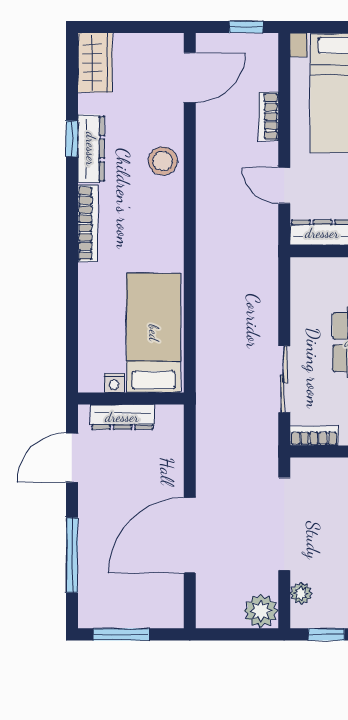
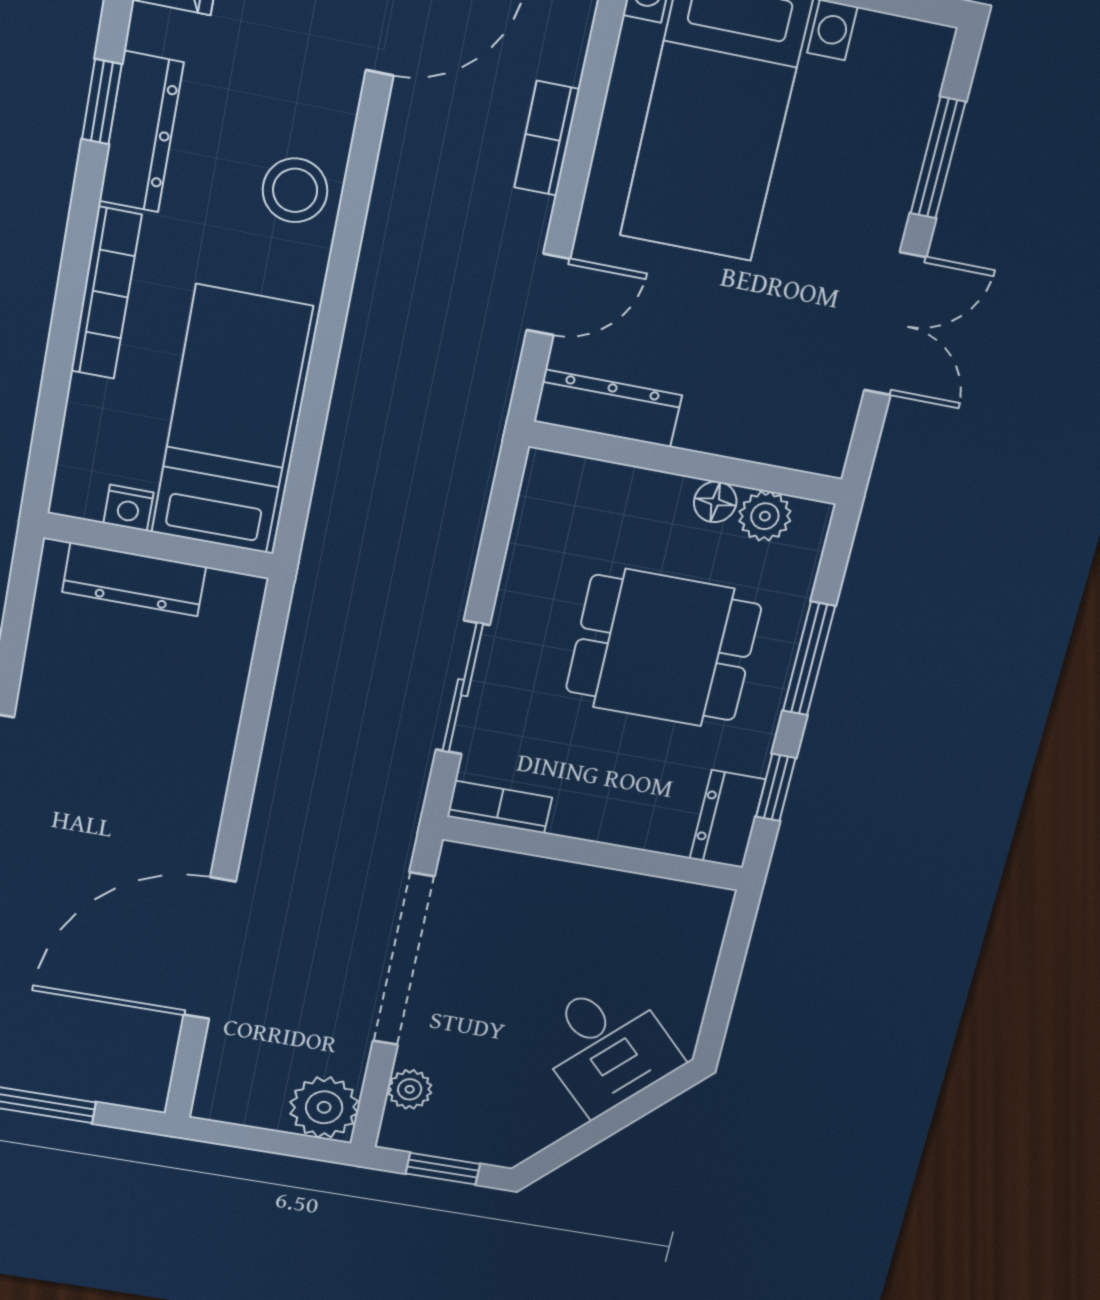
door: (284, 186) -> (548, 295), swing flipped
bed: (154, 333) -> (232, 420), moved
nightstand: (114, 383) -> (128, 508), moved
wall: (131, 399) -> (159, 546), moved
dresser: (122, 417) -> (134, 579), moved

